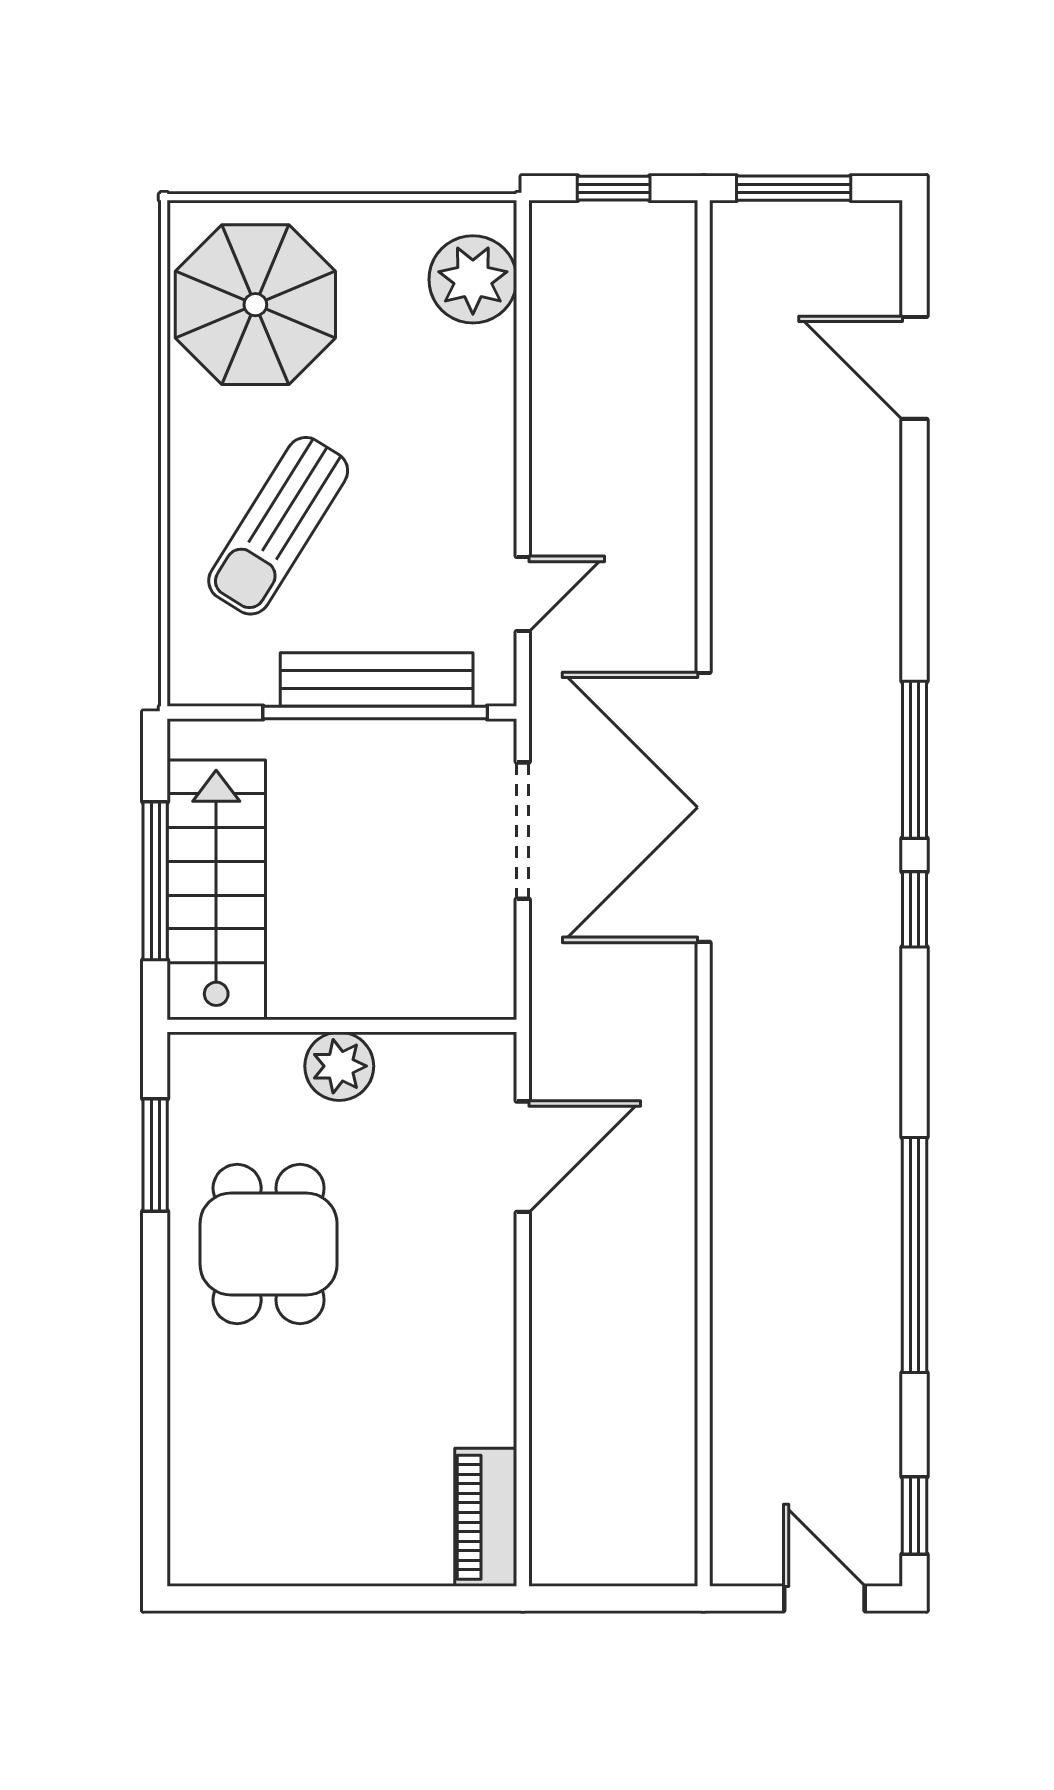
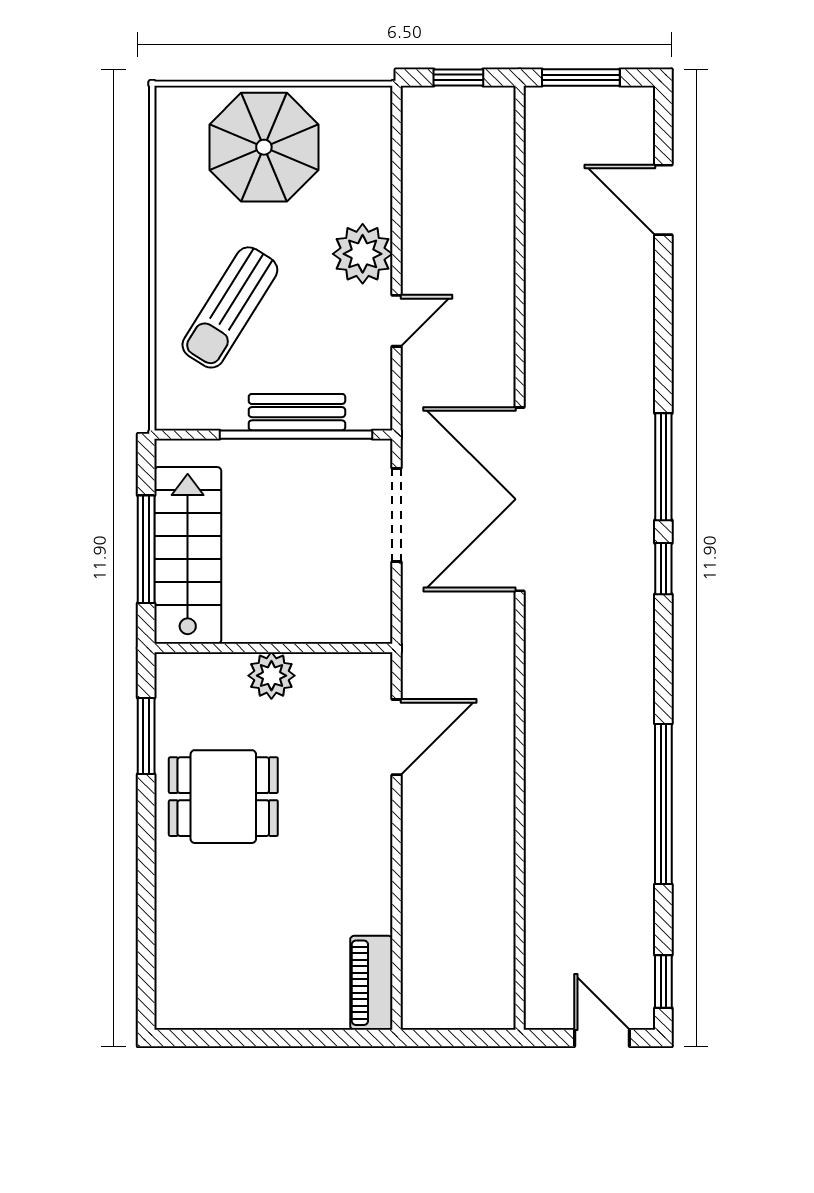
plant: (473, 279) -> (363, 254), moved
parasol: (255, 305) -> (264, 147), moved
door: (523, 594) -> (396, 321), moved
bench: (377, 679) -> (297, 412), width x0.73
dining table: (269, 1244) -> (223, 797), turned 90

